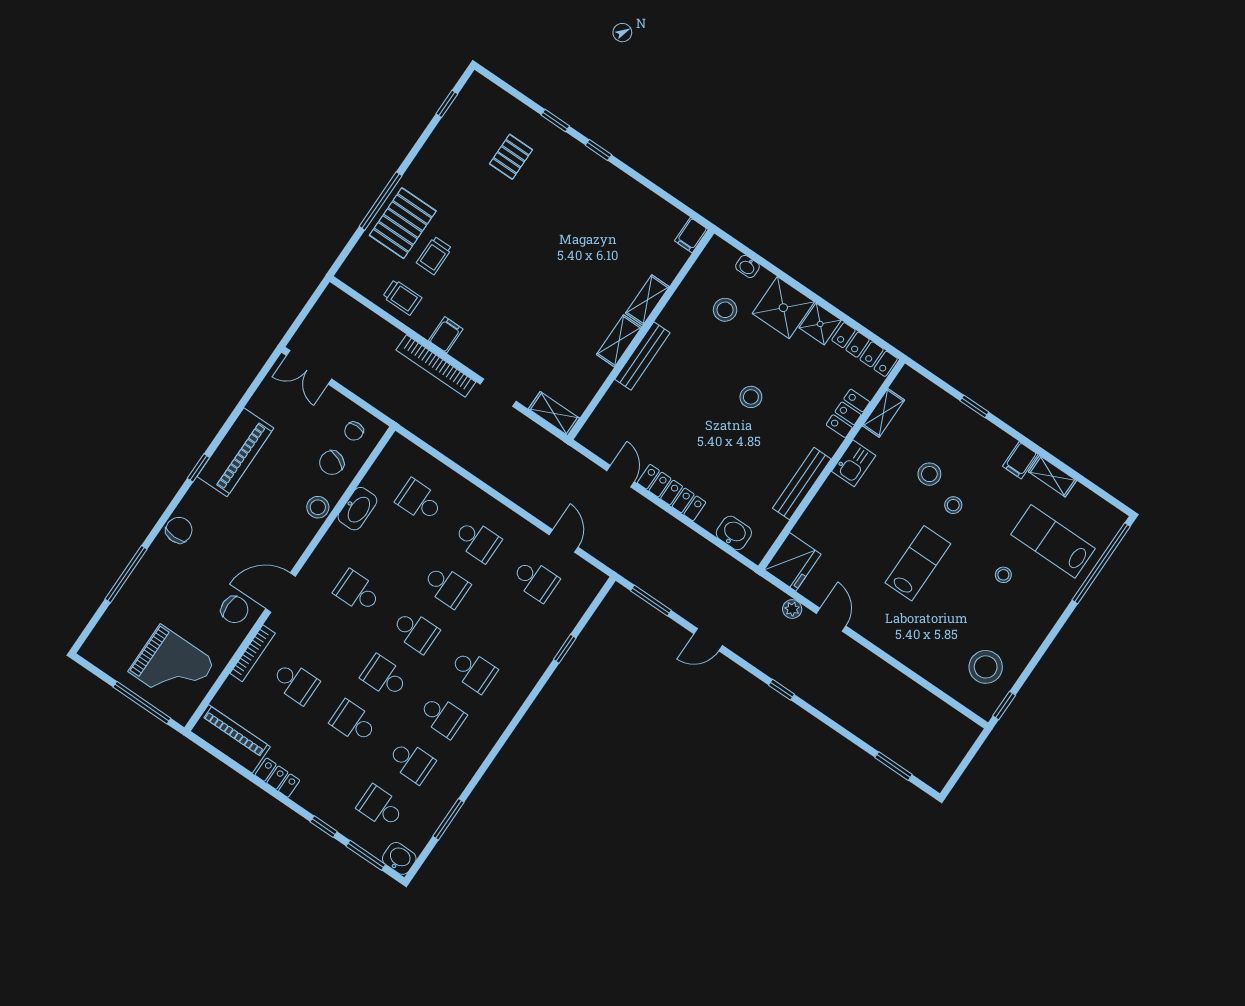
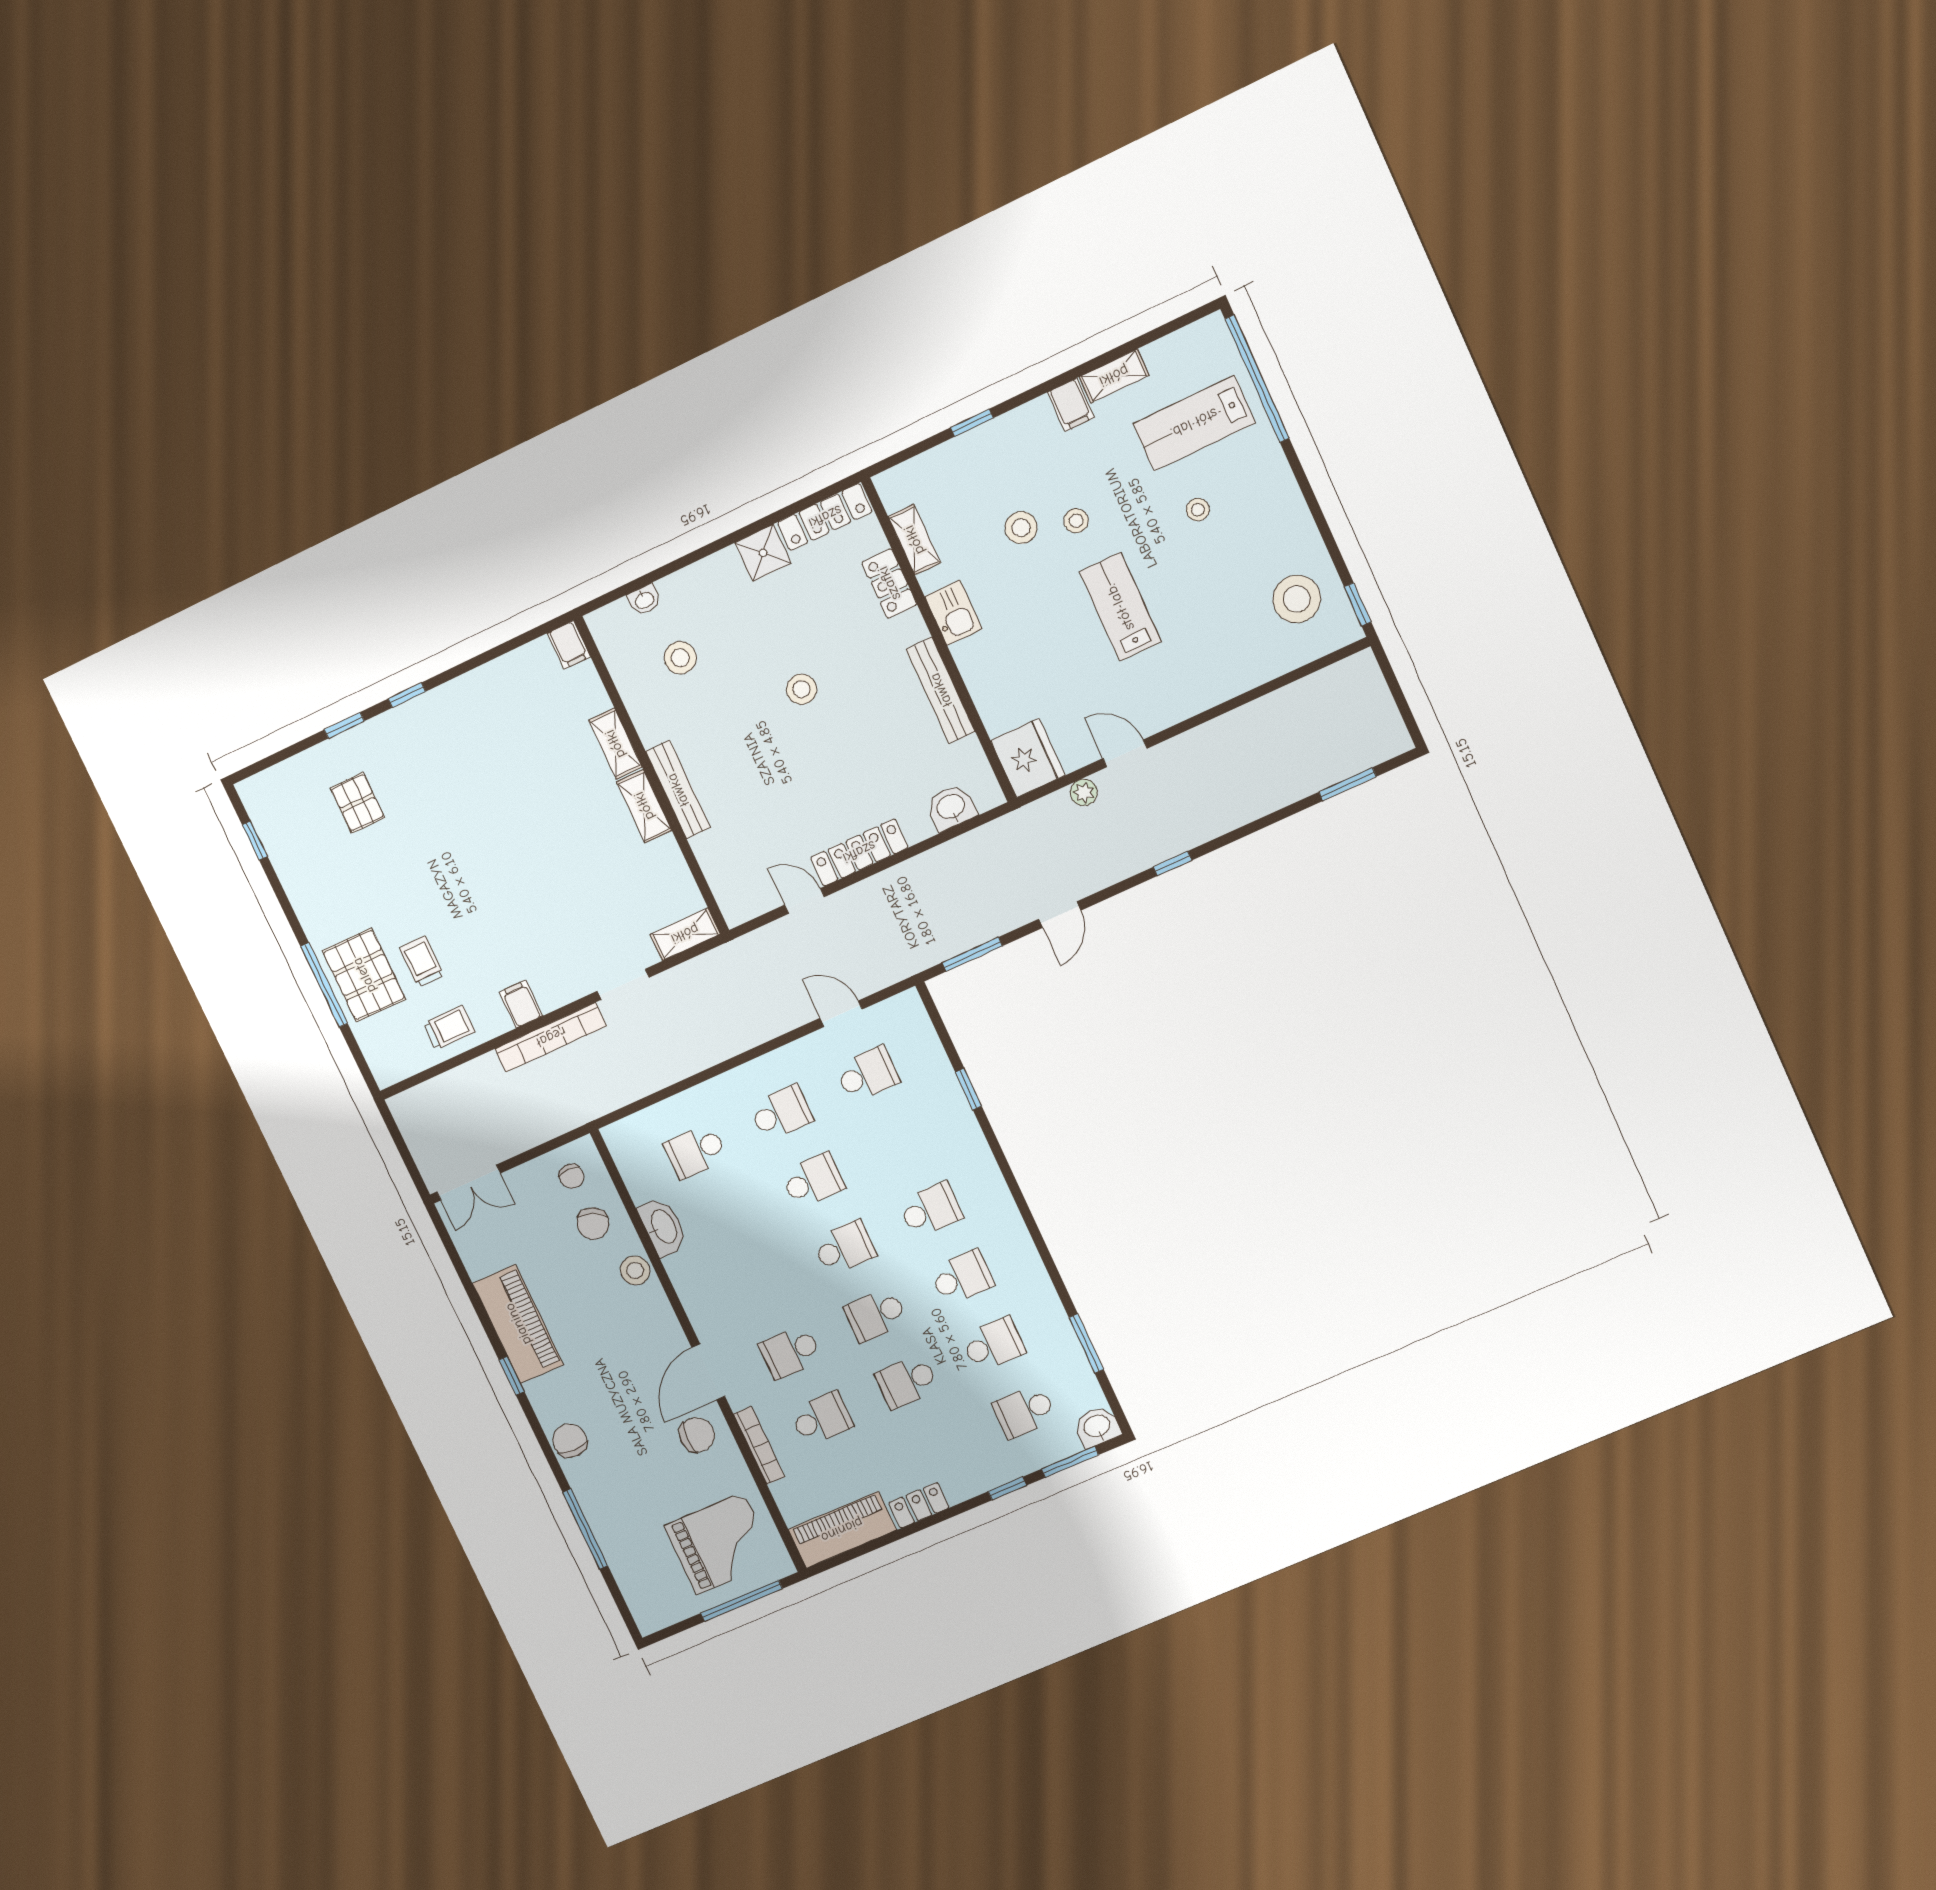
trolley: (434, 256) -> (422, 962), turned 180
shower: (783, 308) -> (718, 586), removed
school desk: (357, 592) -> (790, 1352), moved

